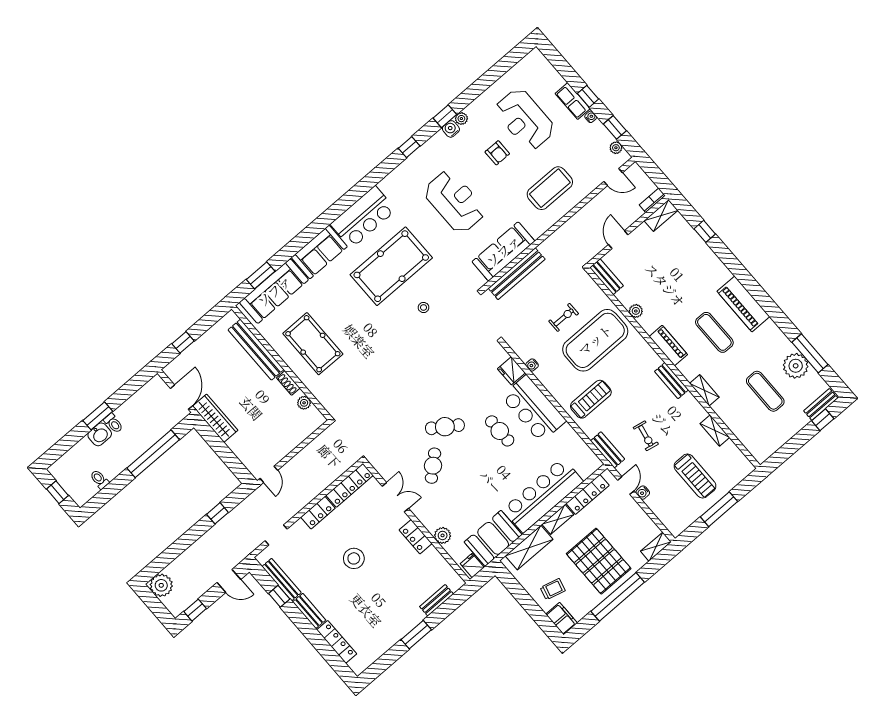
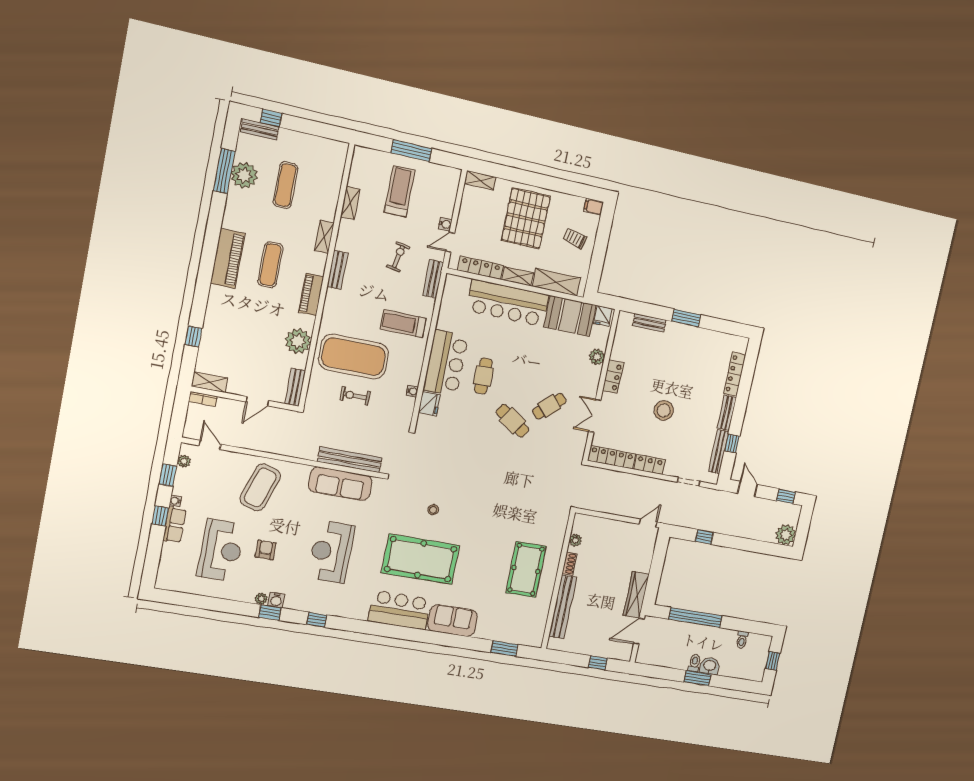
coffee table: (550, 188) -> (260, 487), turned -72
sofa: (274, 291) -> (509, 629), removed
plant: (636, 311) -> (298, 341), width x1.87, depth x1.87
window: (618, 597) -> (542, 181), removed
filing cabinet: (562, 619) -> (594, 207), width x0.50

